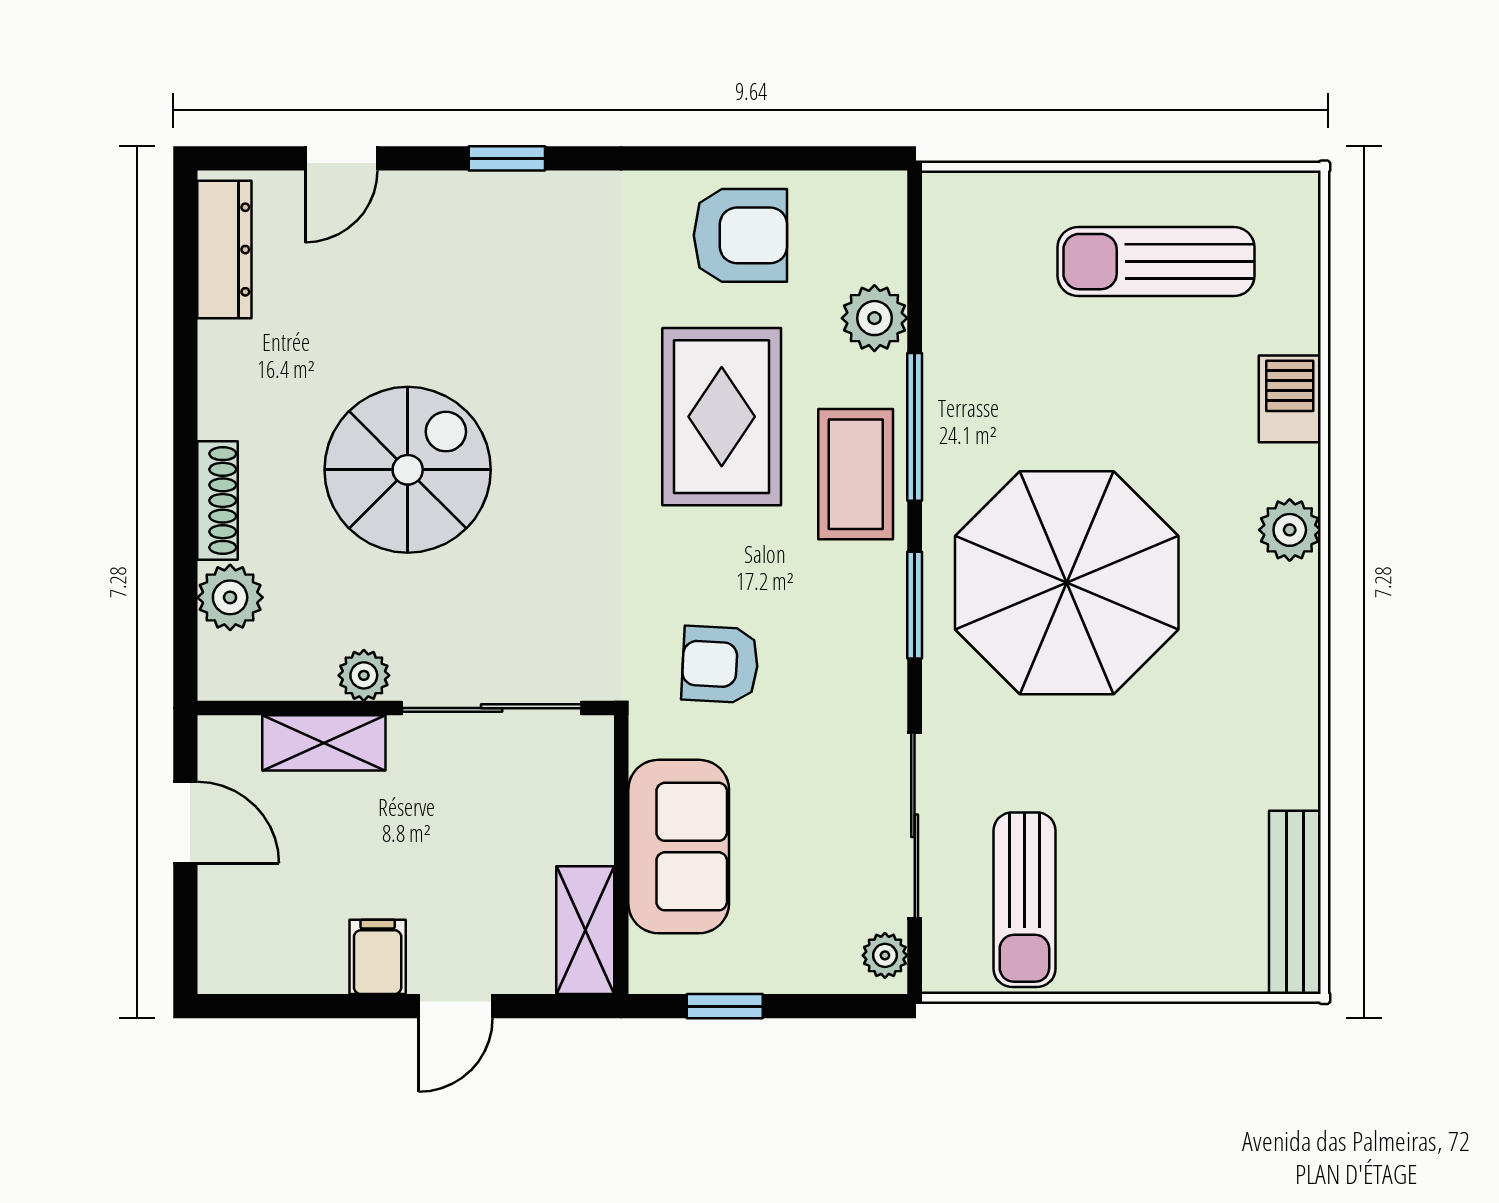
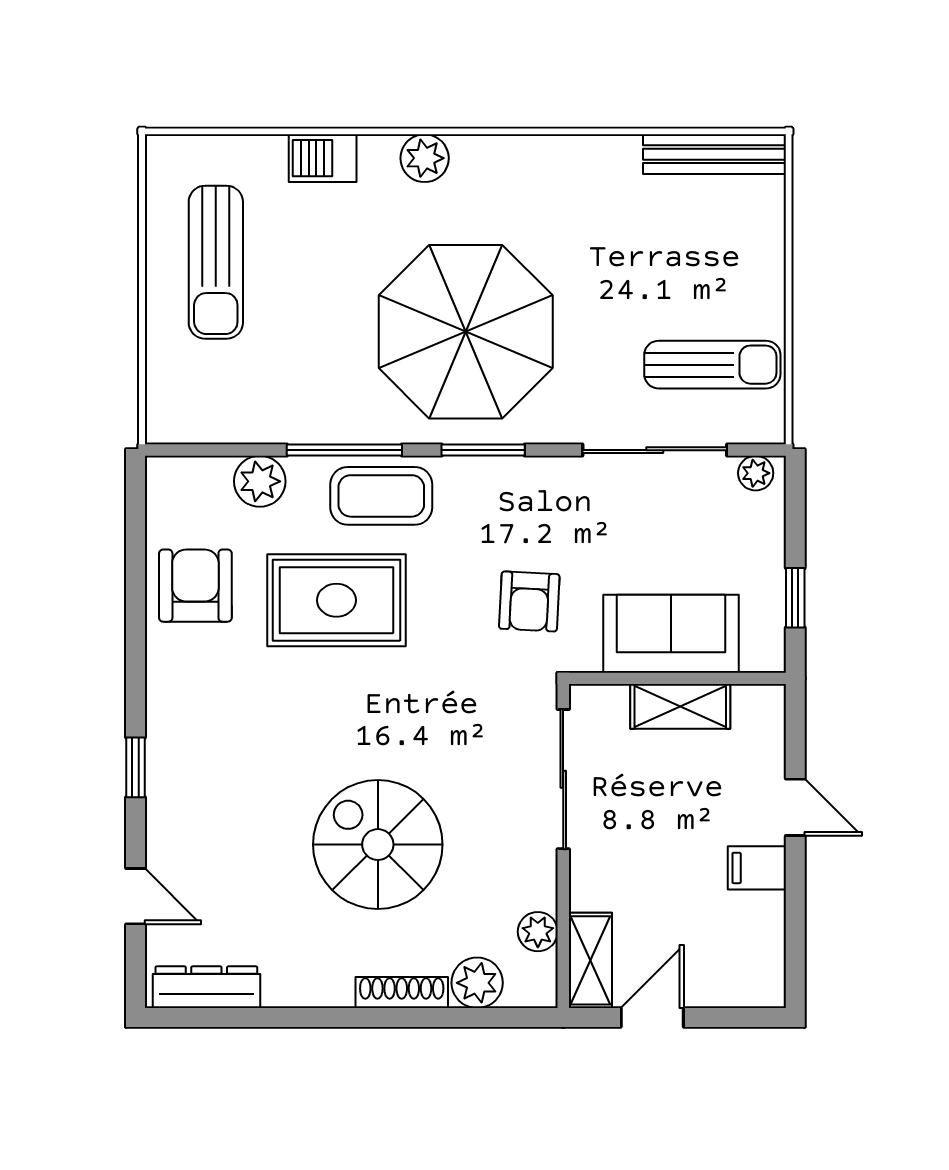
plant: (364, 675) -> (538, 932), moved
shelving: (324, 743) -> (590, 960), moved
shelving: (585, 930) -> (680, 706), moved

